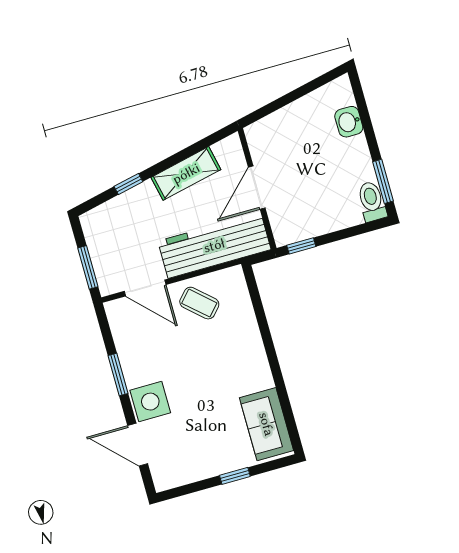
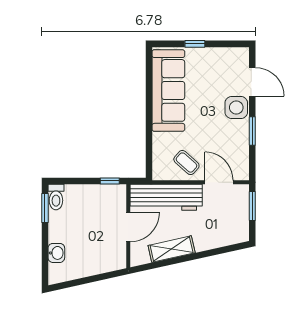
window: (128, 184) -> (211, 253), removed
sofa: (267, 424) -> (168, 90), width x1.85, depth x1.27

